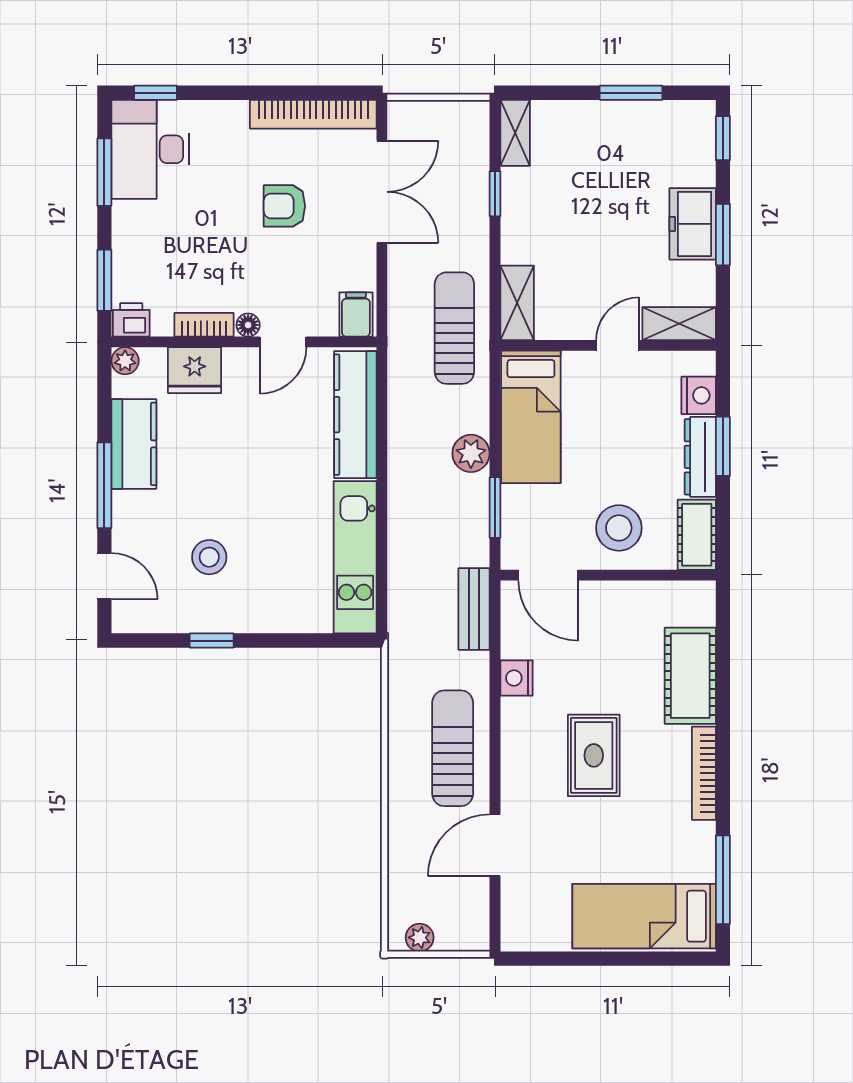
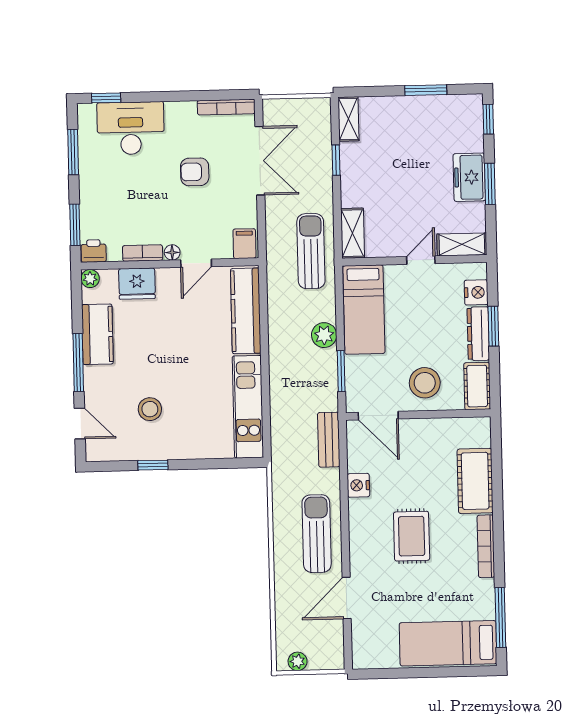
bookcase: (313, 114) -> (226, 107), width x0.68, depth x0.76
desk: (150, 149) -> (131, 128), moved, turned 90

